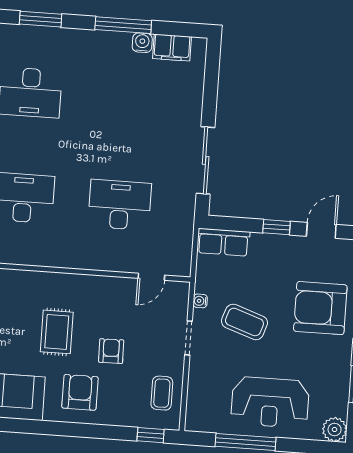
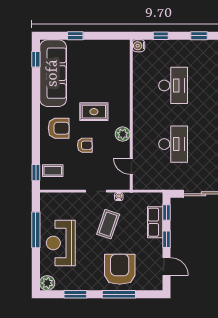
window: (232, 224) -> (166, 213), added
row of seats: (223, 242) -> (155, 222), moved
plant: (97, 287) -> (123, 134), added
coffee table: (162, 393) -> (53, 171), moved

